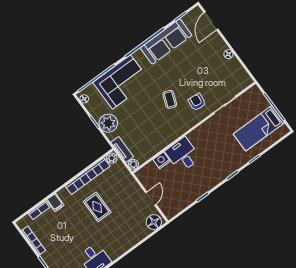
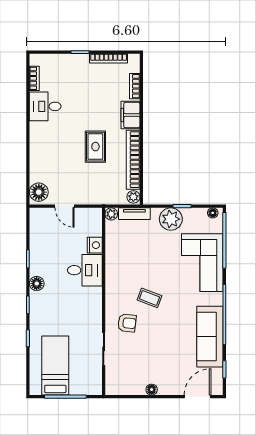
door: (211, 21) -> (198, 397), hinge flipped
floor lamp: (214, 180) -> (37, 284), added
filing cabinet: (55, 203) -> (131, 115), width x2.00
rug: (97, 207) -> (95, 147), turned 90

